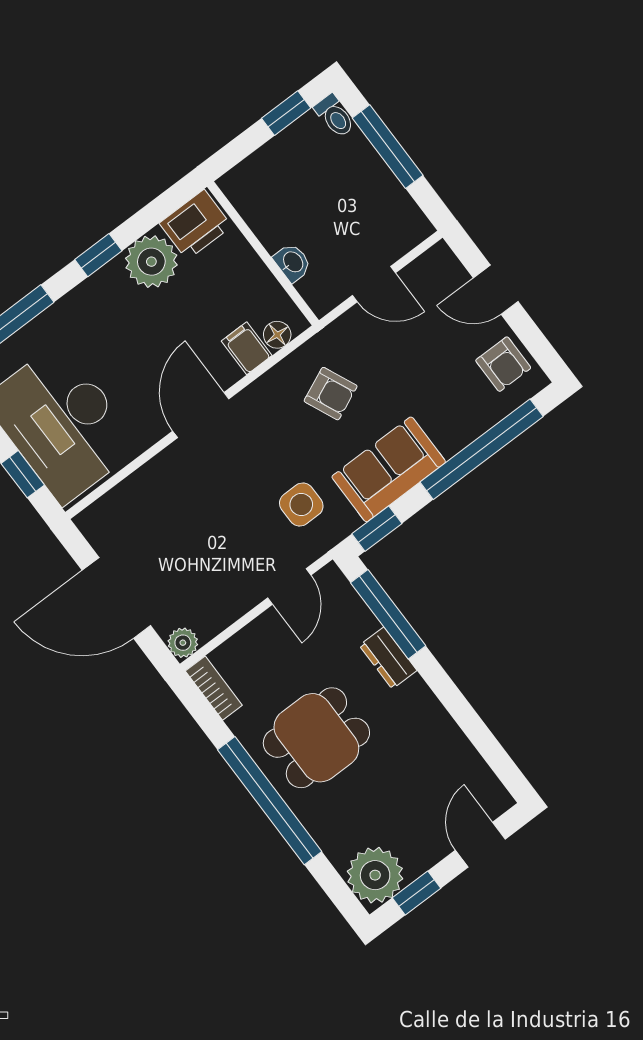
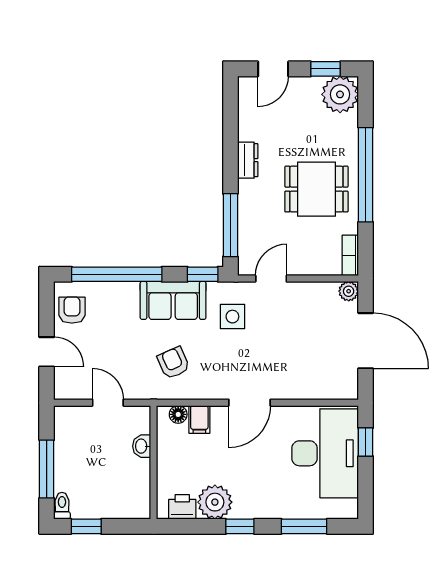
printer: (196, 225) -> (182, 507), width x0.73, depth x0.81
dresser: (388, 658) -> (248, 160), moved

